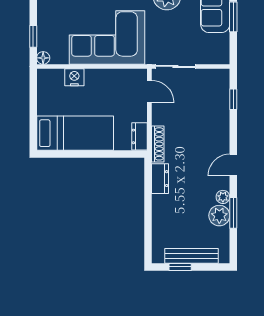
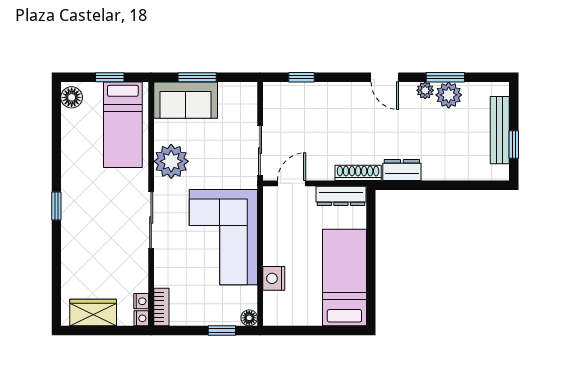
dresser: (140, 136) -> (341, 196), width x1.44

